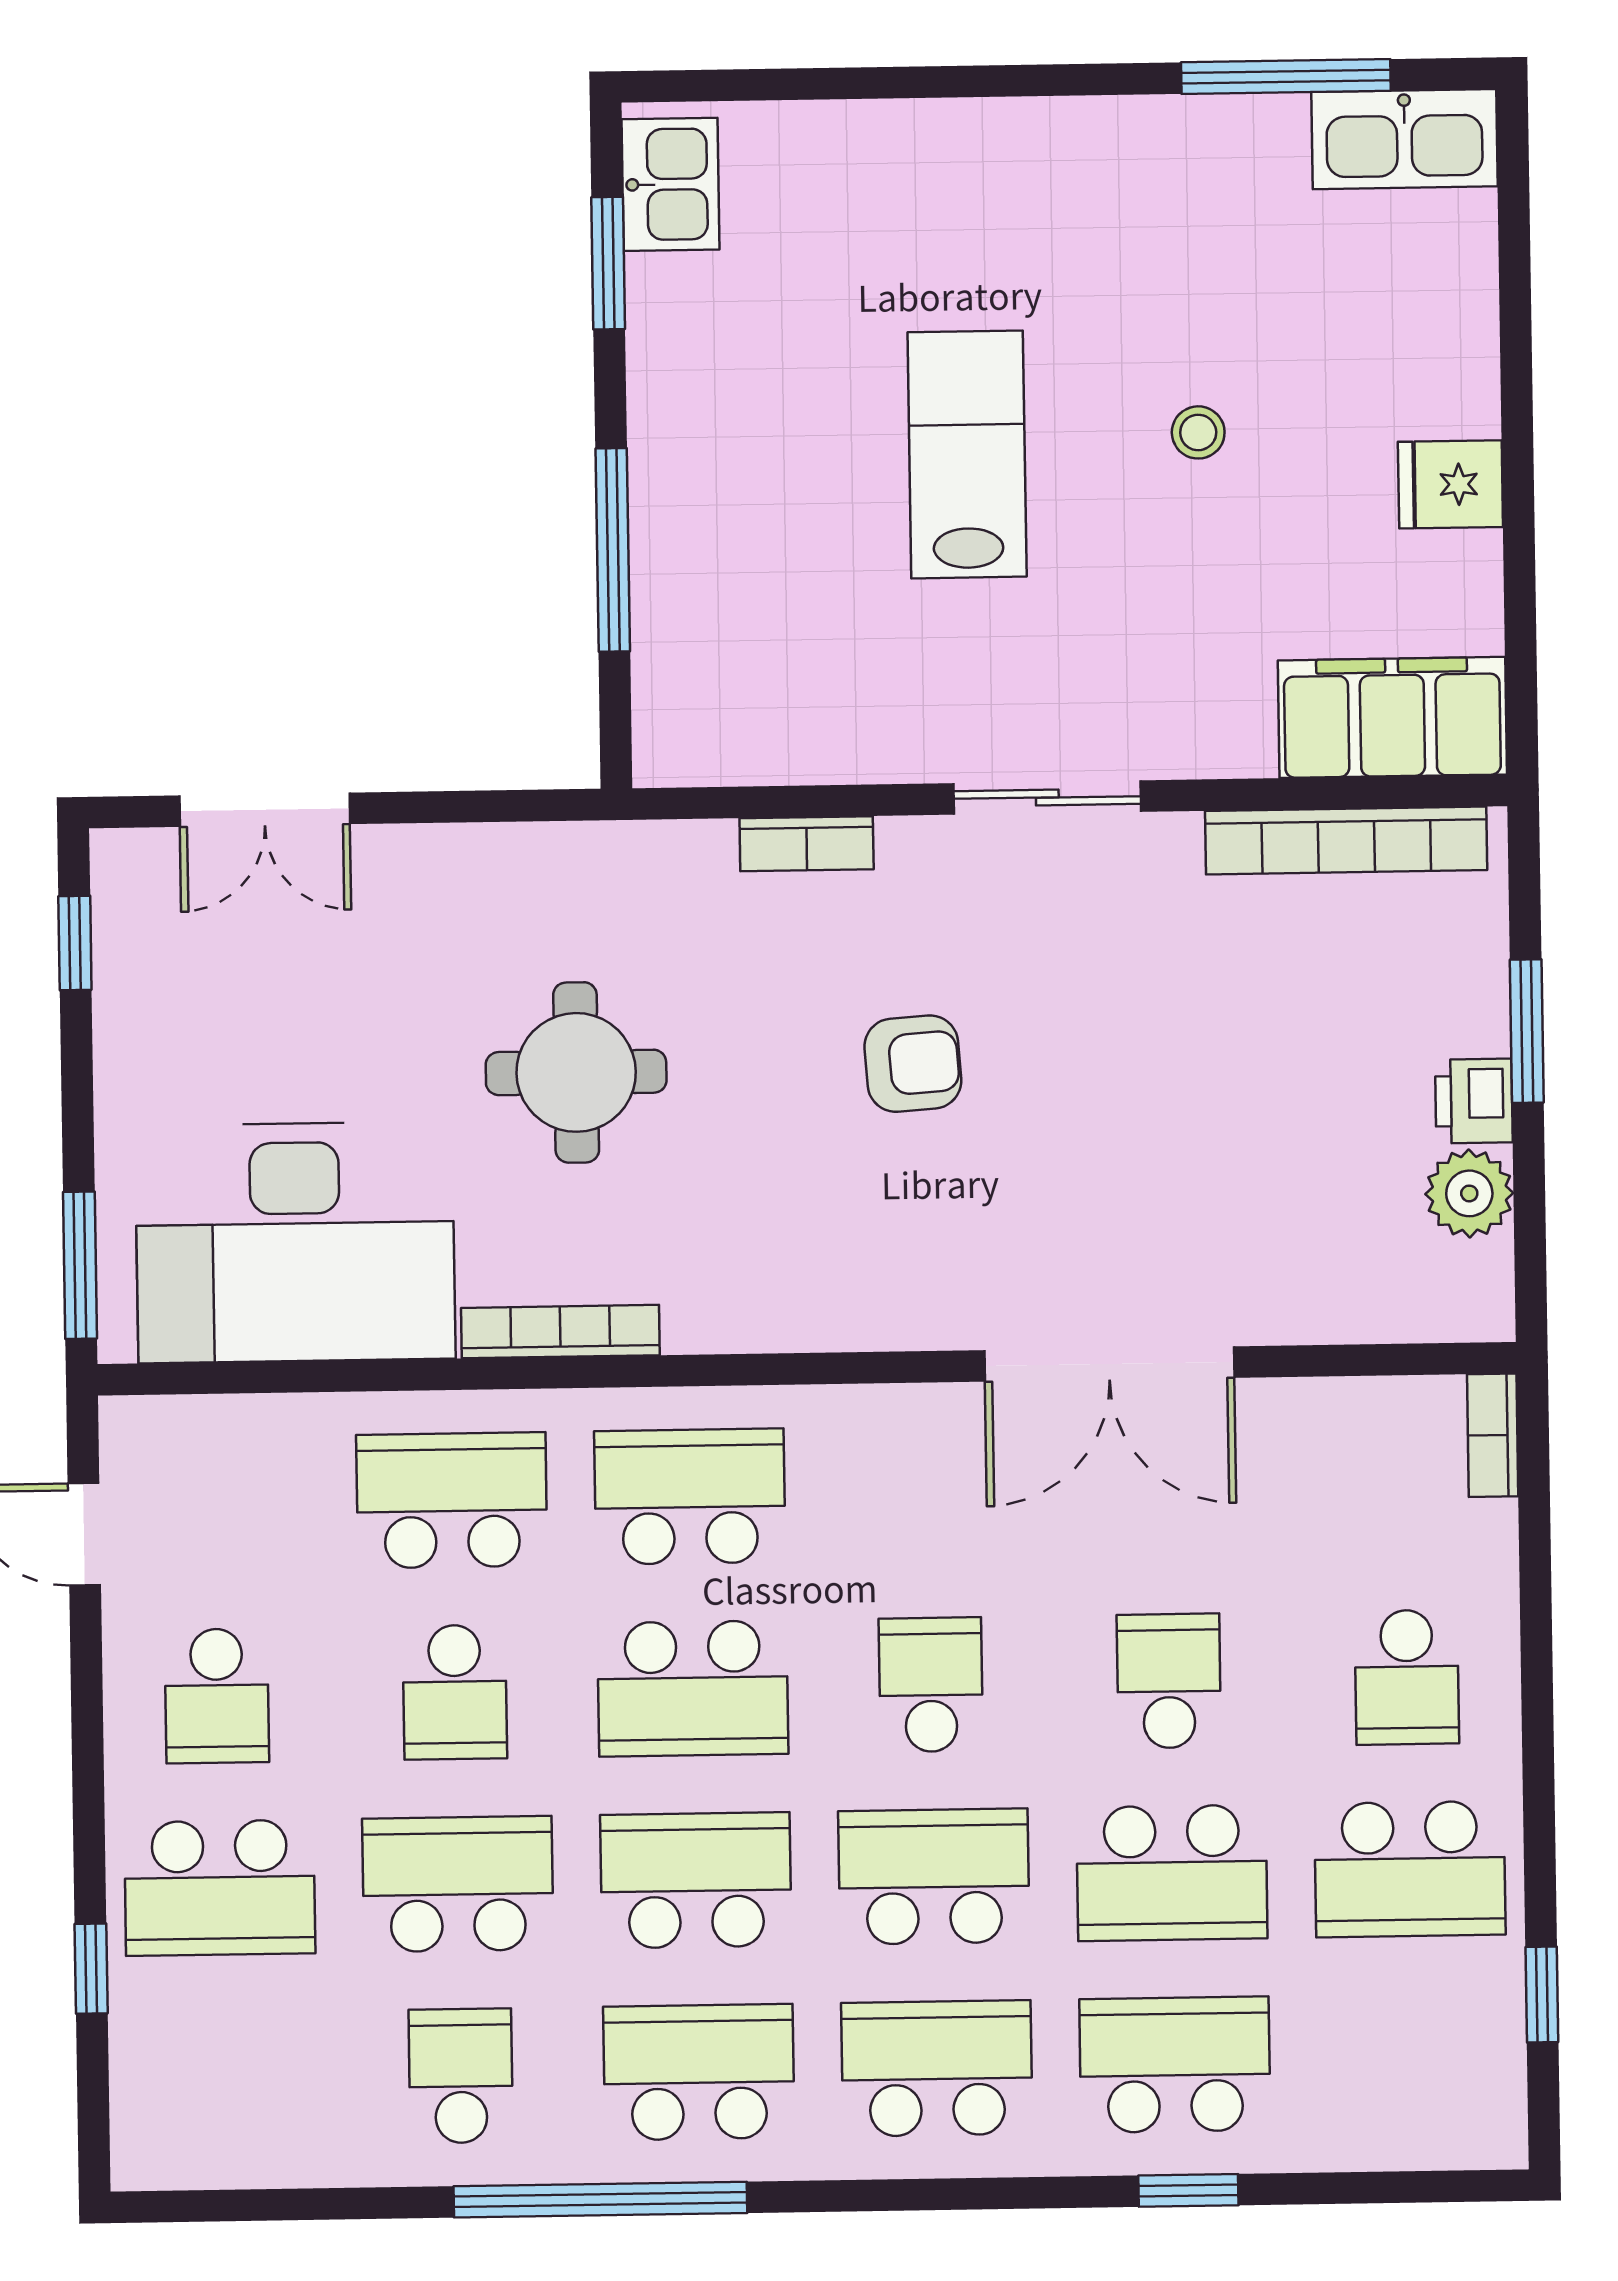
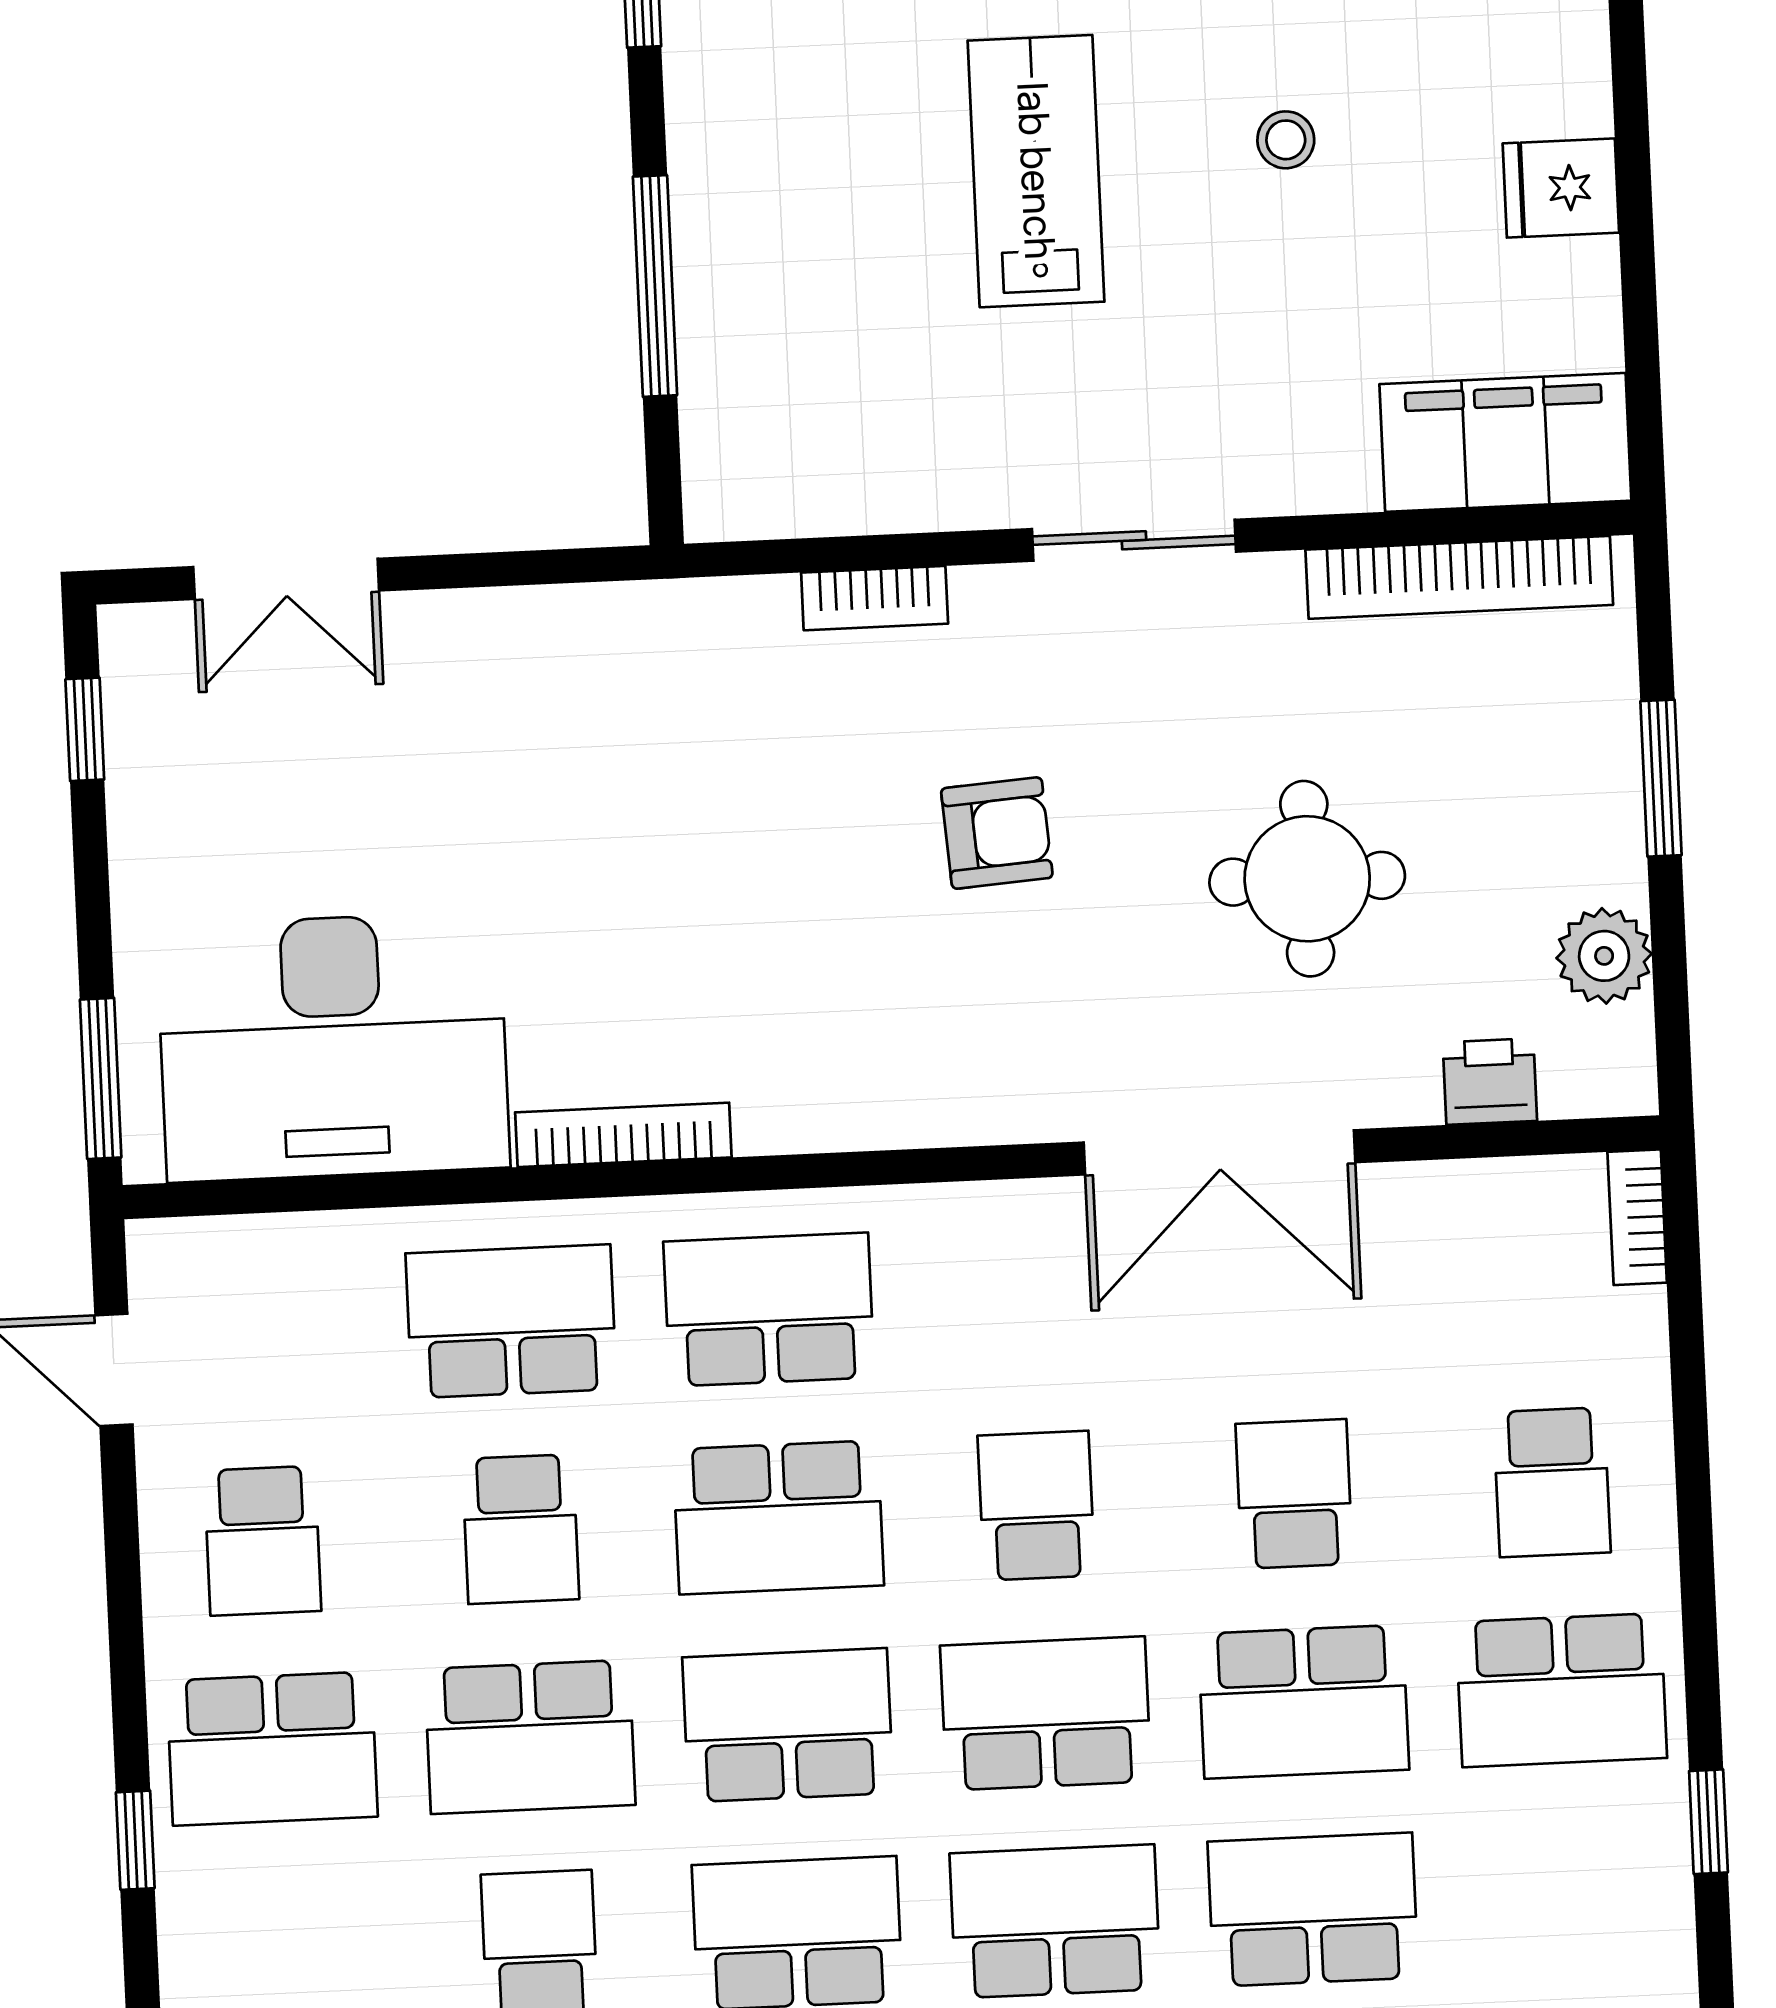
round table: (576, 1072) -> (1307, 879), moved
printer: (1474, 1101) -> (1490, 1082), moved, turned 90
school desk: (458, 1884) -> (530, 1737), turned 180

